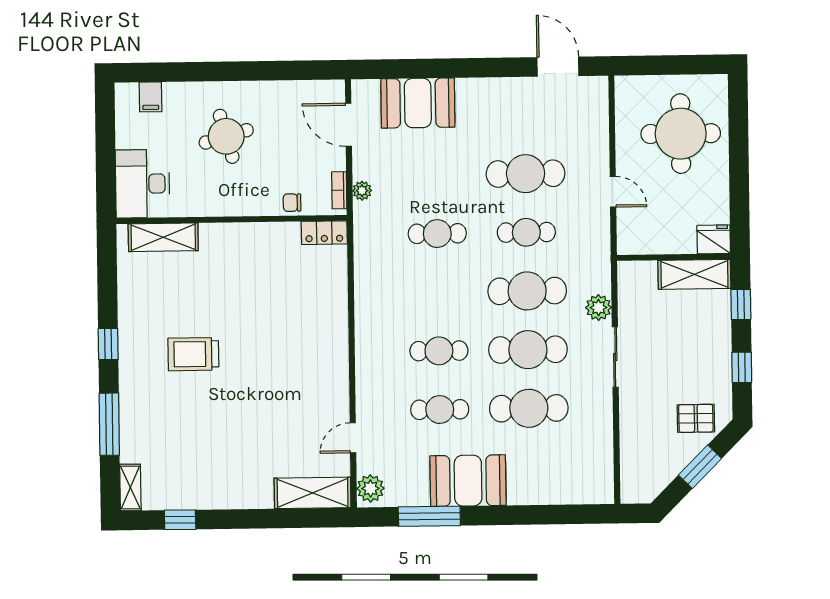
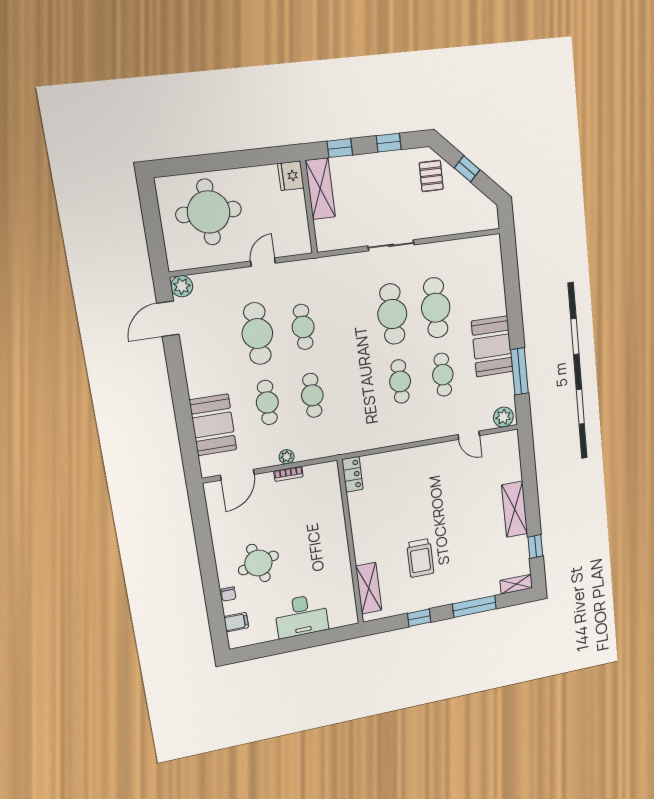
chair: (292, 203) -> (228, 594), moved
wall: (232, 219) -> (350, 543), moved
locker: (324, 233) -> (352, 474), moved
shelving: (163, 237) -> (369, 588), moved
cafe table: (527, 291) -> (267, 402), moved, width x0.73, depth x0.74
plant: (599, 308) -> (182, 286), moved
window: (700, 467) -> (467, 169), width x0.67
shelving: (313, 493) -> (515, 509), moved

